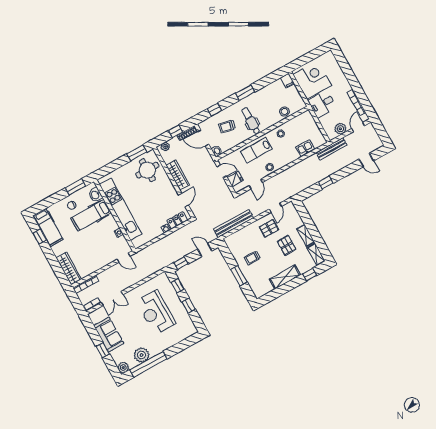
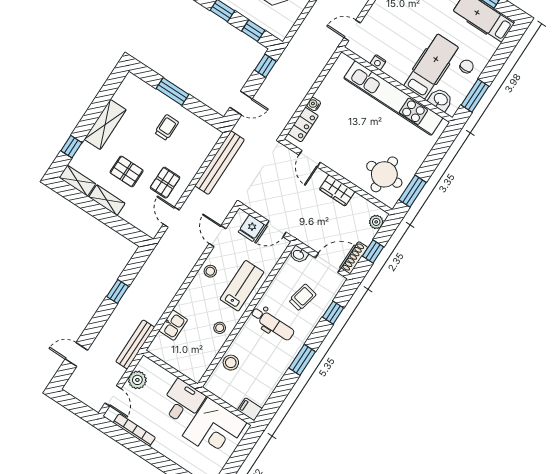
wardrobe: (178, 175) -> (337, 190), width x0.67

